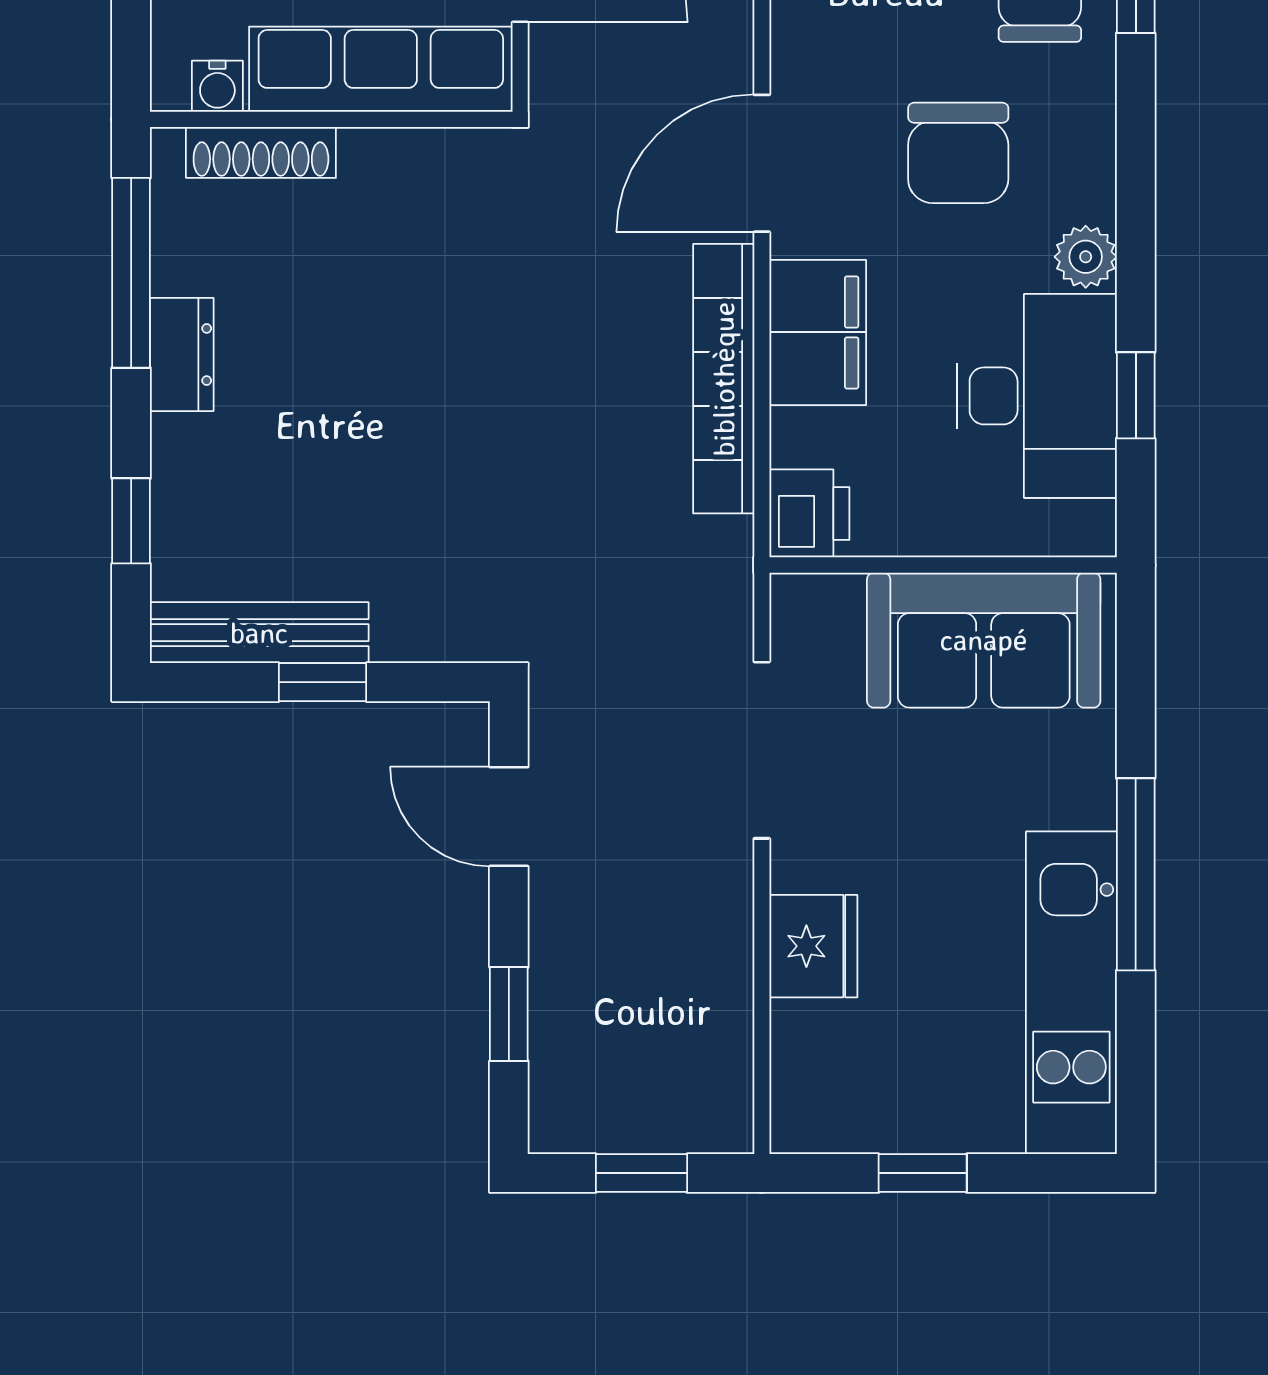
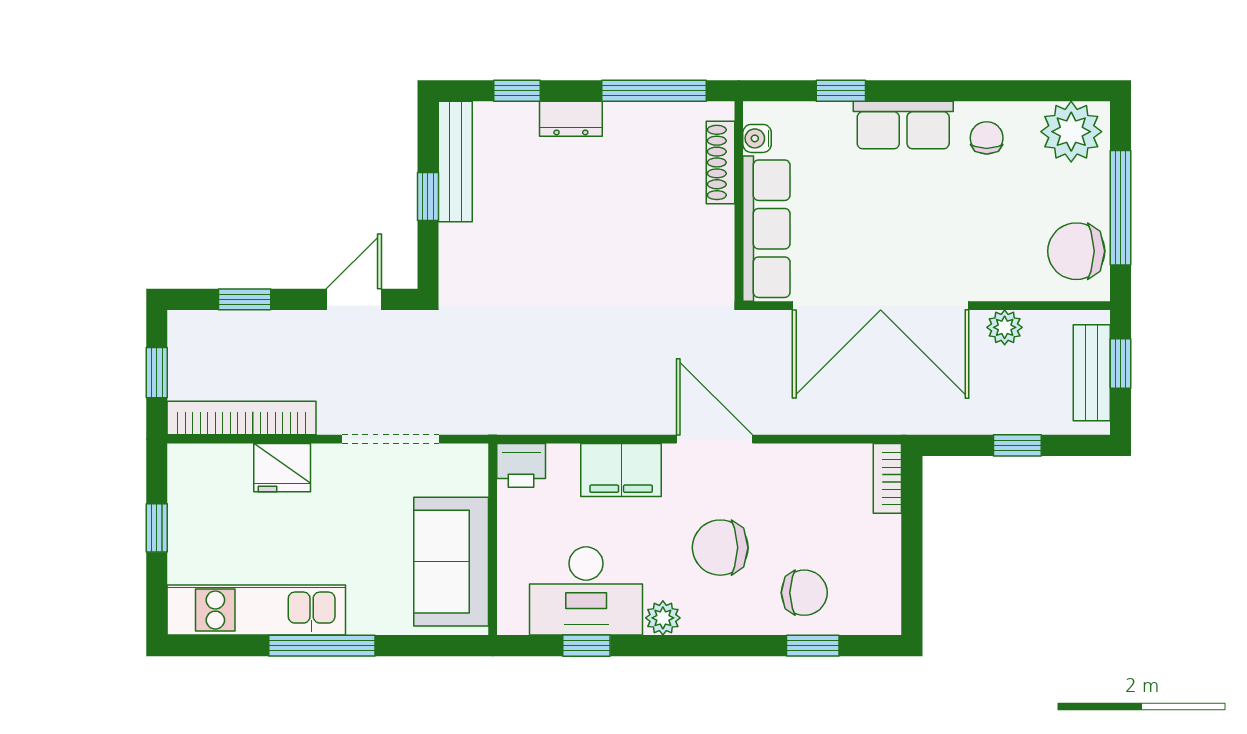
dresser: (182, 354) -> (571, 119), moved
bookcase: (724, 379) -> (242, 418), moved

